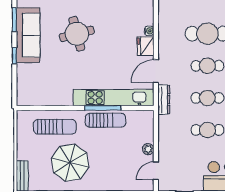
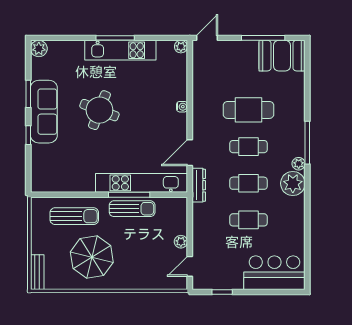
round table: (77, 34) -> (99, 110), turned 35
fridge: (146, 46) -> (178, 124), removed

